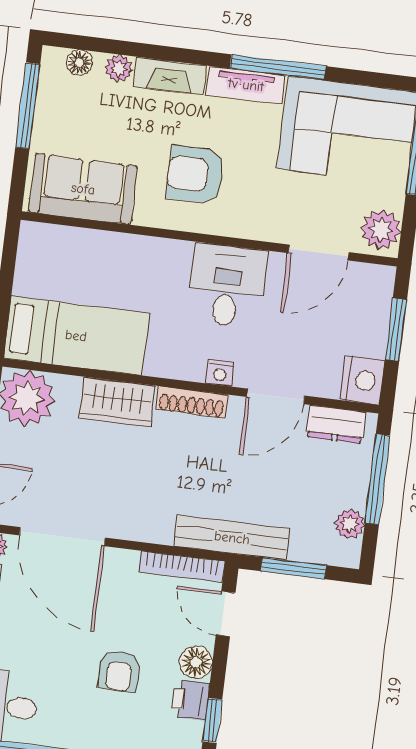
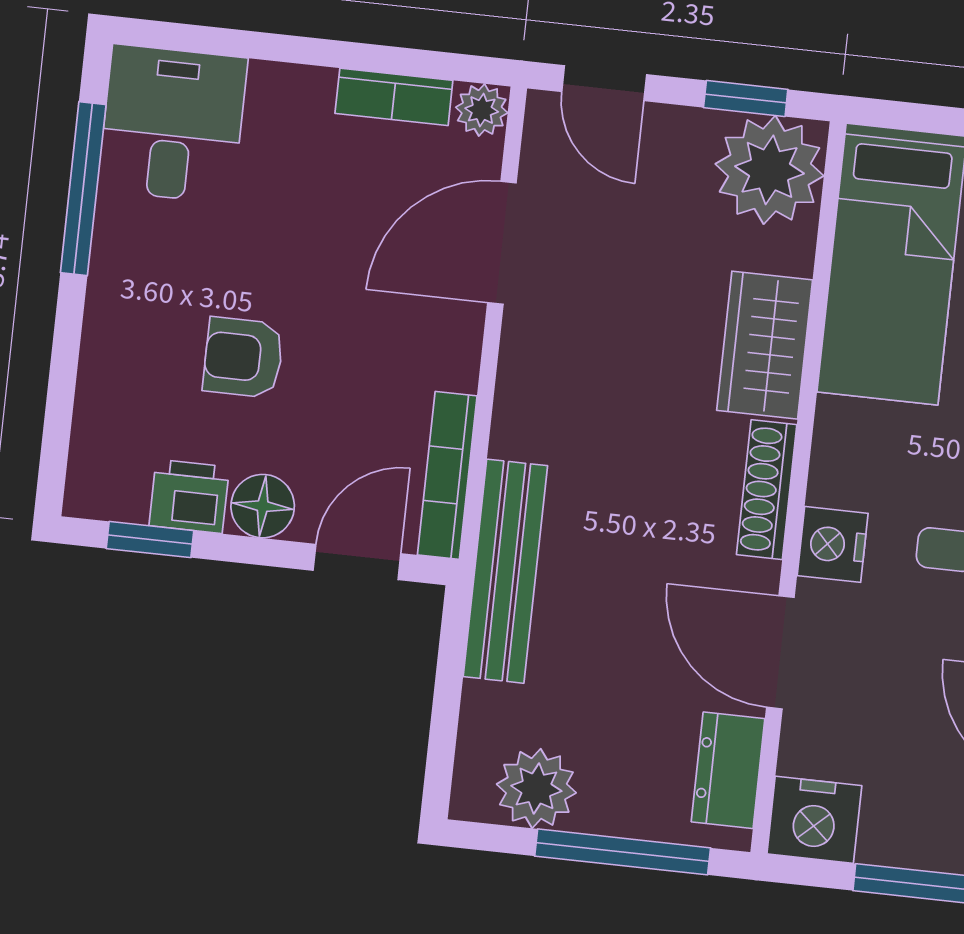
nightstand: (220, 373) -> (833, 544), width x1.39, depth x1.35
plant: (350, 524) -> (536, 788), width x1.38, depth x1.38
door: (62, 537) -> (502, 243), width x0.73
window: (293, 568) -> (448, 692), removed

